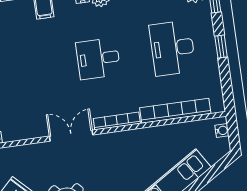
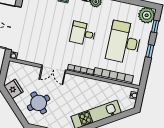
desk: (172, 48) -> (124, 42), width x1.36, depth x1.30
double door: (71, 136) -> (54, 69), swing flipped

